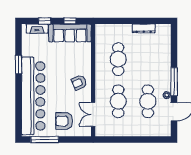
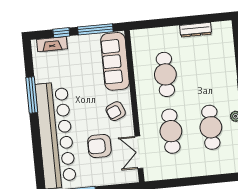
window: (70, 21) -> (95, 29), width x2.17
sofa: (70, 33) -> (115, 61), moved, turned 90
window: (18, 65) -> (32, 95), width x1.44
armchair: (64, 121) -> (99, 146), moved

